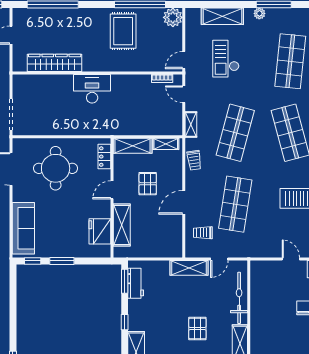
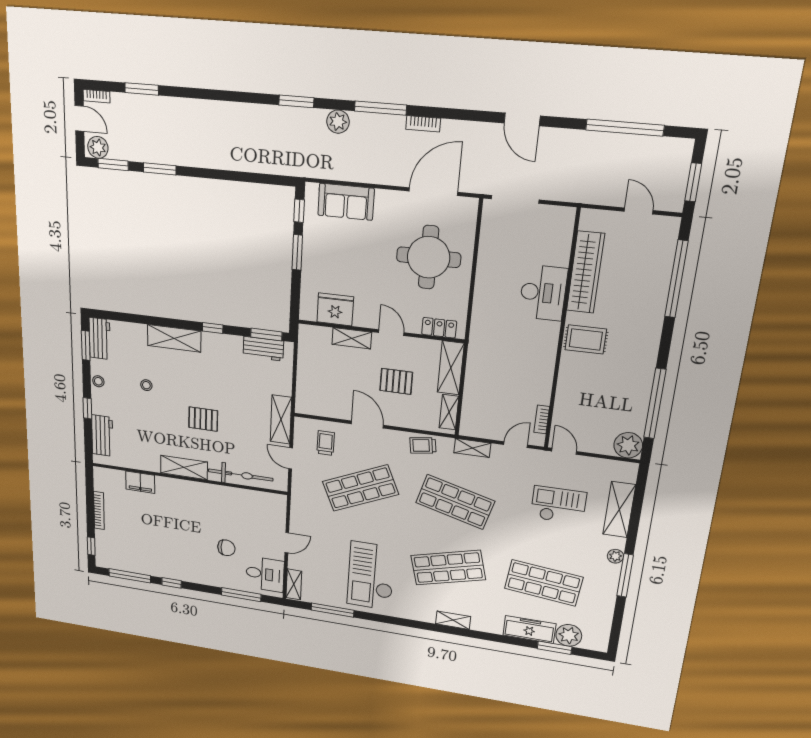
rug: (123, 31) -> (586, 339), moved, width x0.73, depth x0.70
desk: (92, 89) -> (543, 293), moved
shop shelf: (235, 204) -> (360, 488), turned -33
shelving: (122, 225) -> (352, 338), width x0.67, depth x0.75
sofa: (23, 228) -> (346, 202), width x0.73

